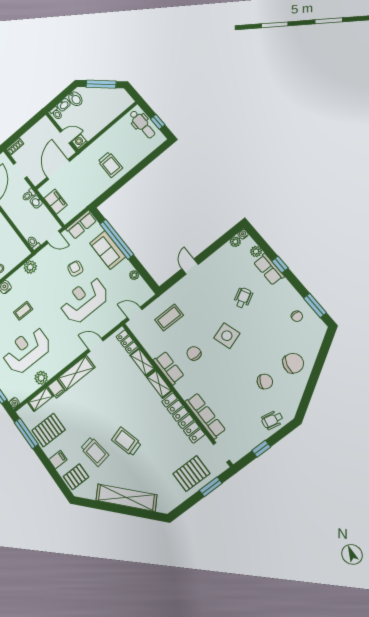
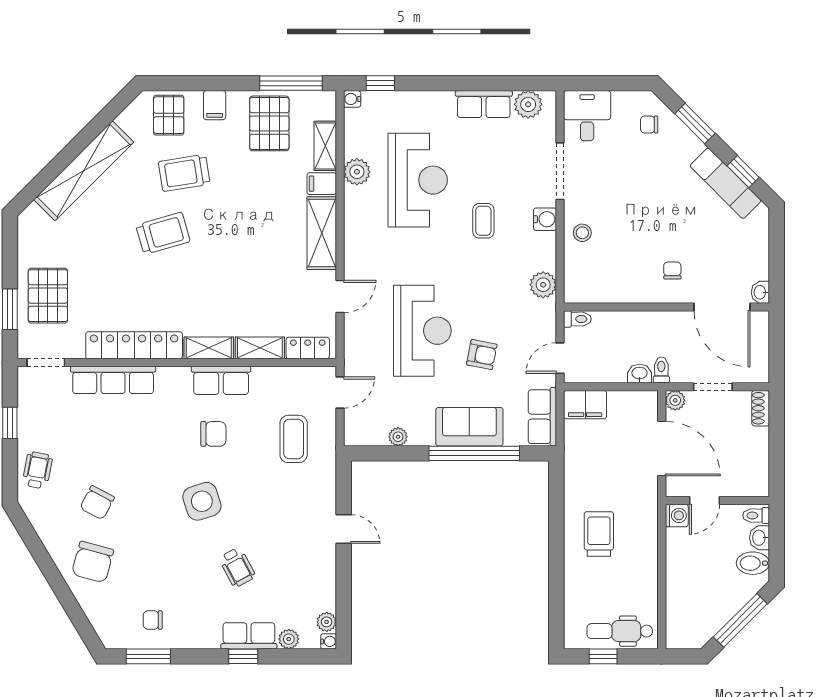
trolley: (110, 165) -> (599, 534), turned 90
plant: (36, 180) -> (675, 400), added
filing cabinet: (56, 202) -> (585, 405), moved

